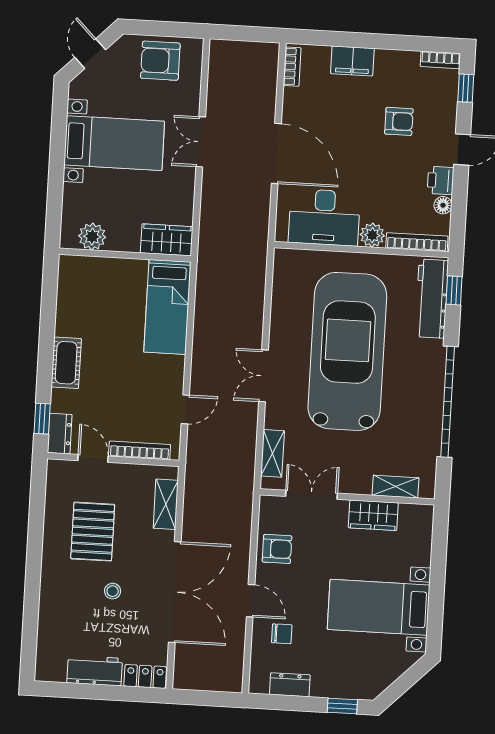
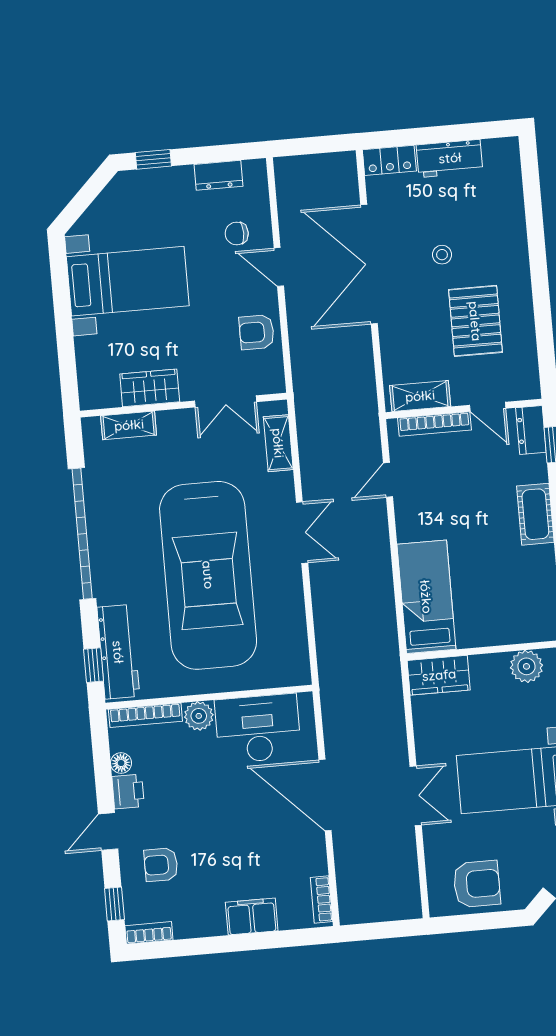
armchair: (399, 121) -> (161, 865), moved
shelving: (166, 504) -> (420, 396), moved, turned 90

